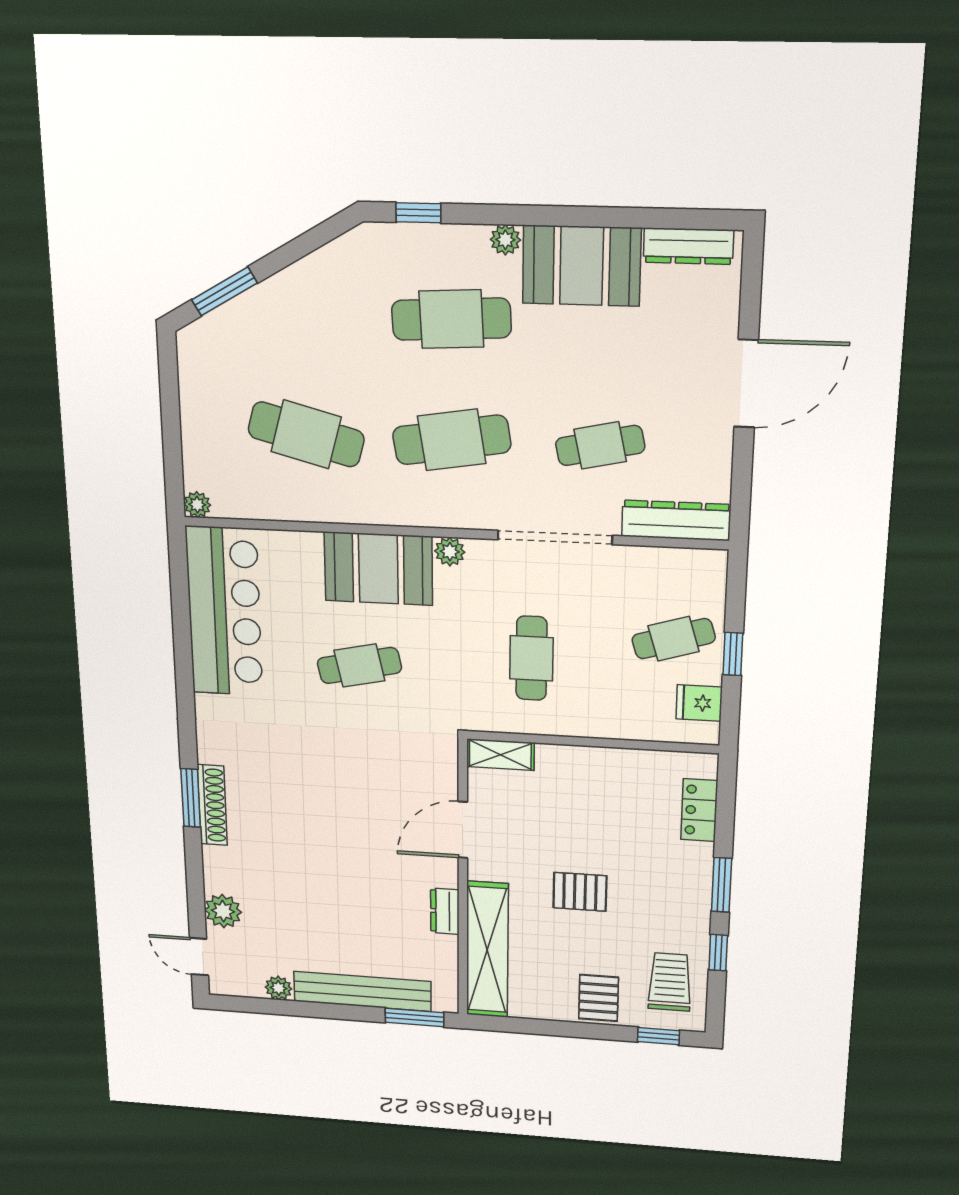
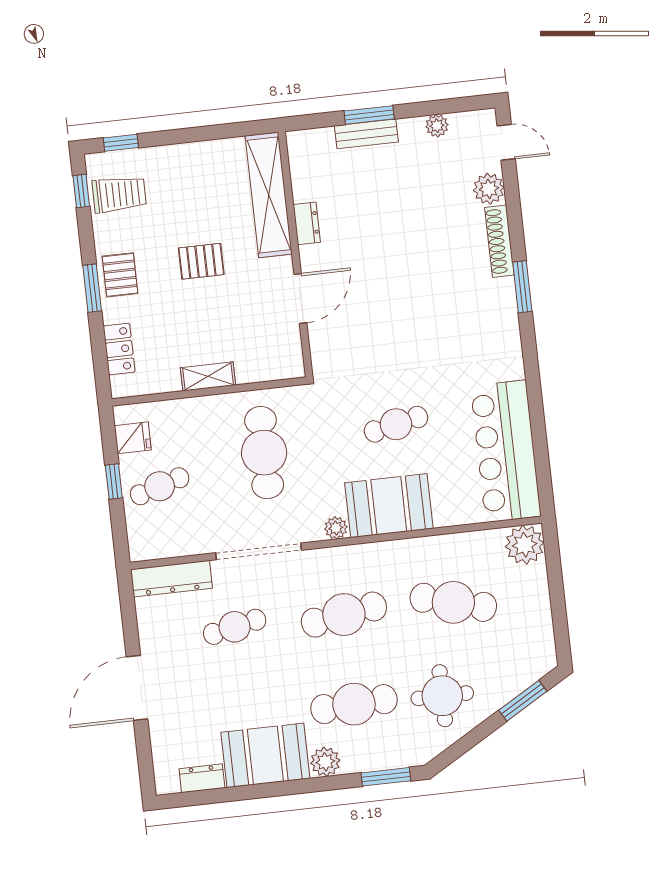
window: (418, 213) -> (386, 777), width x1.50
plant: (505, 240) -> (325, 762), width x1.38, depth x1.38
dresser: (688, 246) -> (202, 778), width x0.70
round table: (331, 314) -> (442, 696), added
plant: (197, 505) -> (525, 545), width x1.88, depth x1.88
cafe table: (531, 658) -> (264, 453), width x1.37, depth x1.35
shelving: (500, 755) -> (208, 376), moved
shoe rack: (212, 805) -> (499, 241), moved
window: (718, 953) -> (81, 191), moved
trolley: (670, 982) -> (119, 194), turned -90
bench: (362, 991) -> (366, 134), width x0.54, depth x0.82
pallet: (599, 998) -> (120, 275), moved
window: (414, 1017) -> (369, 115), moved

